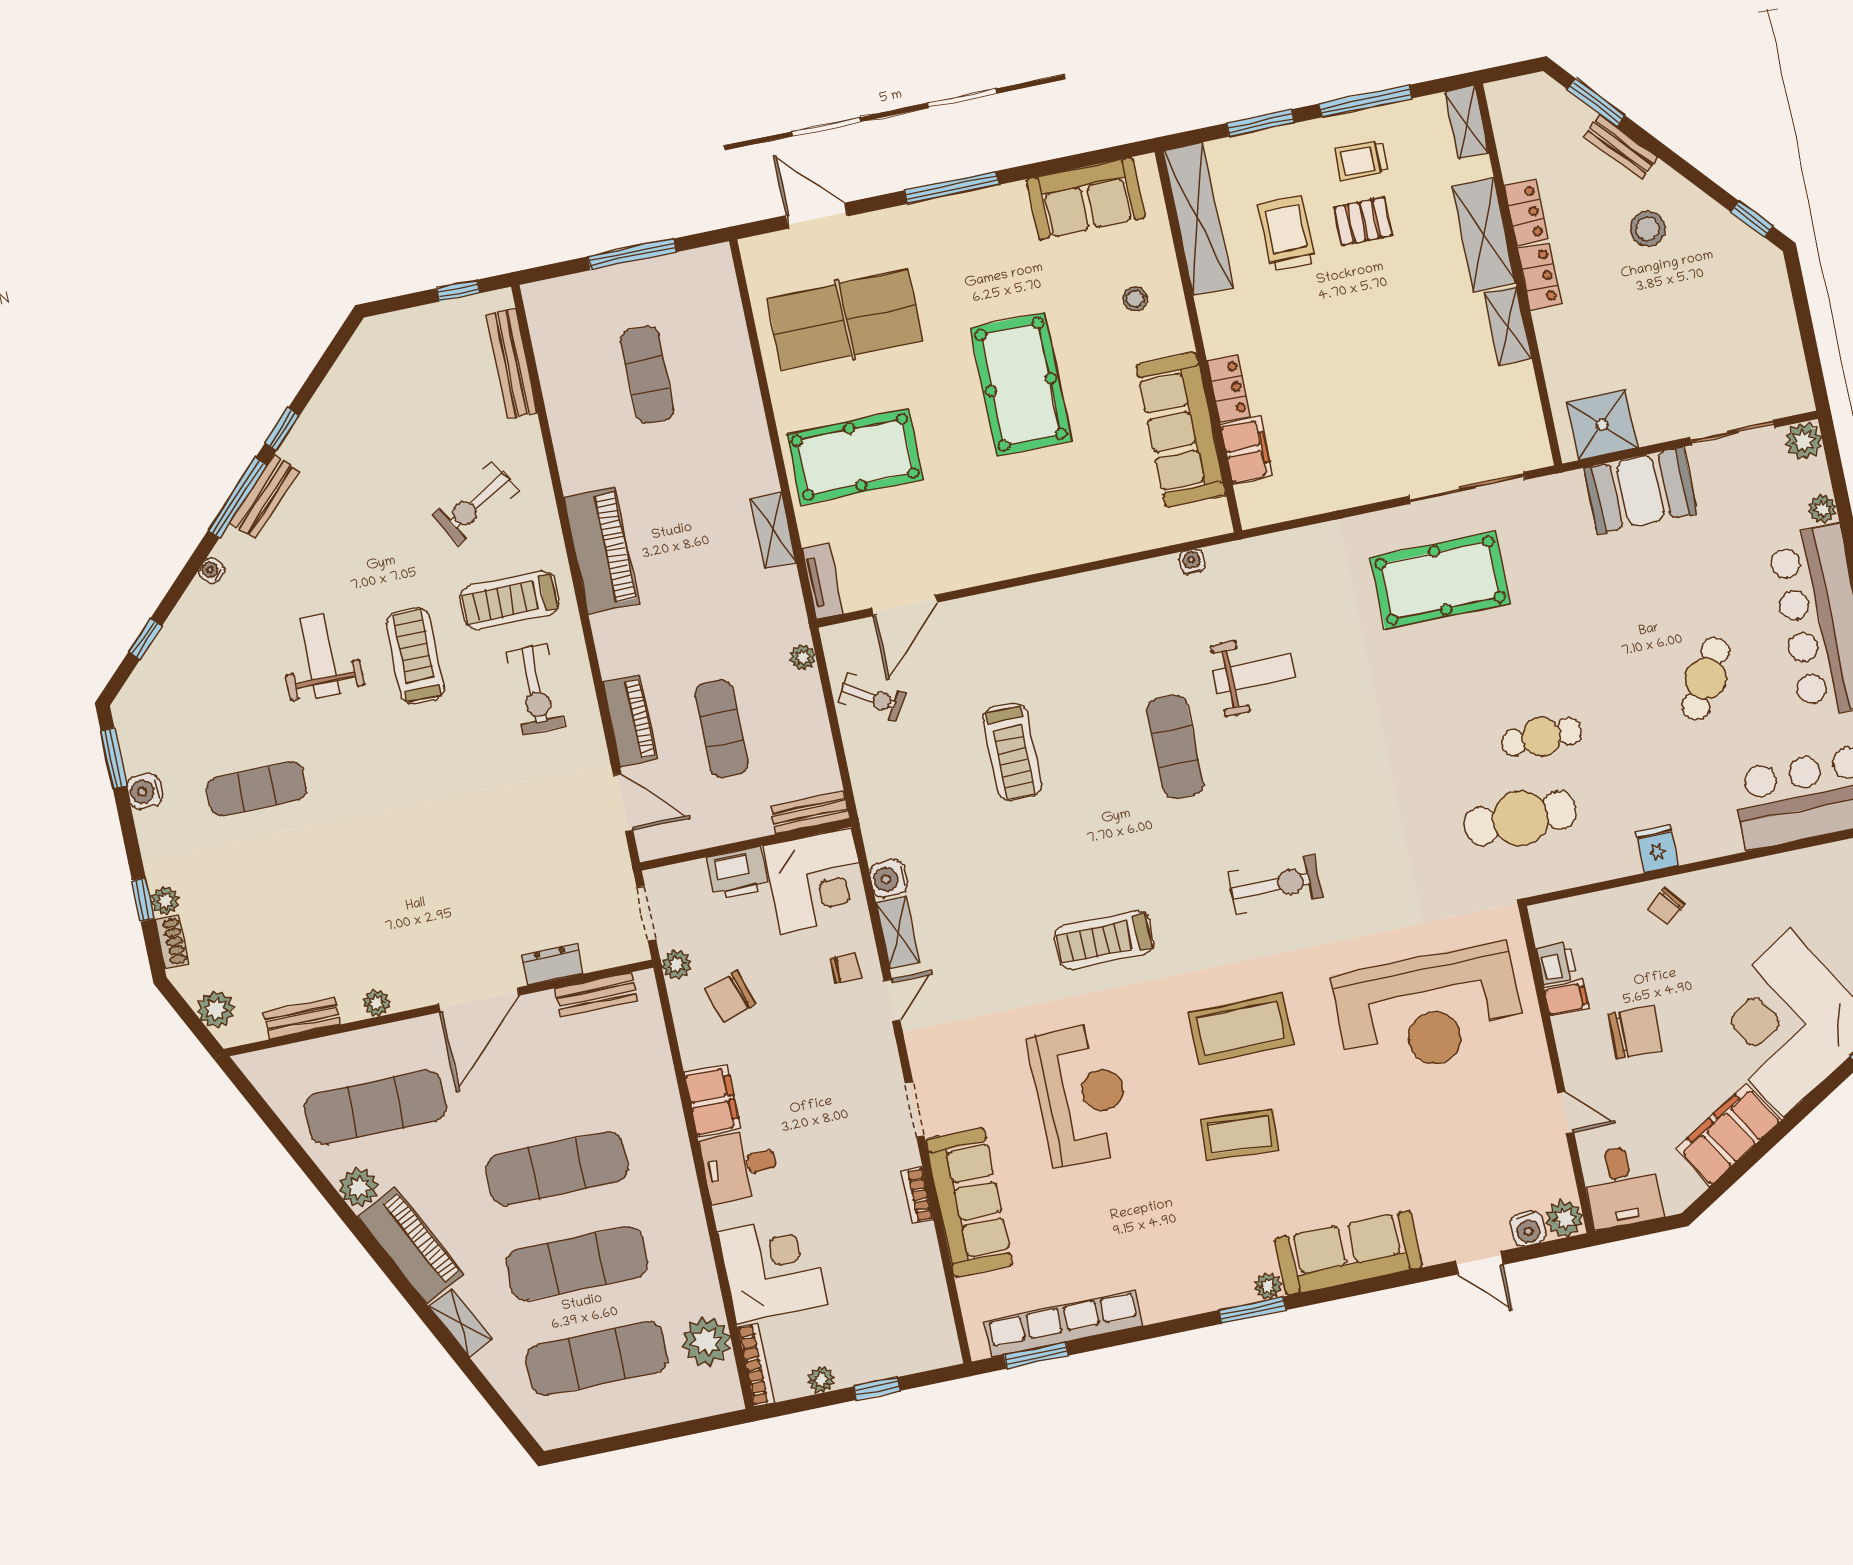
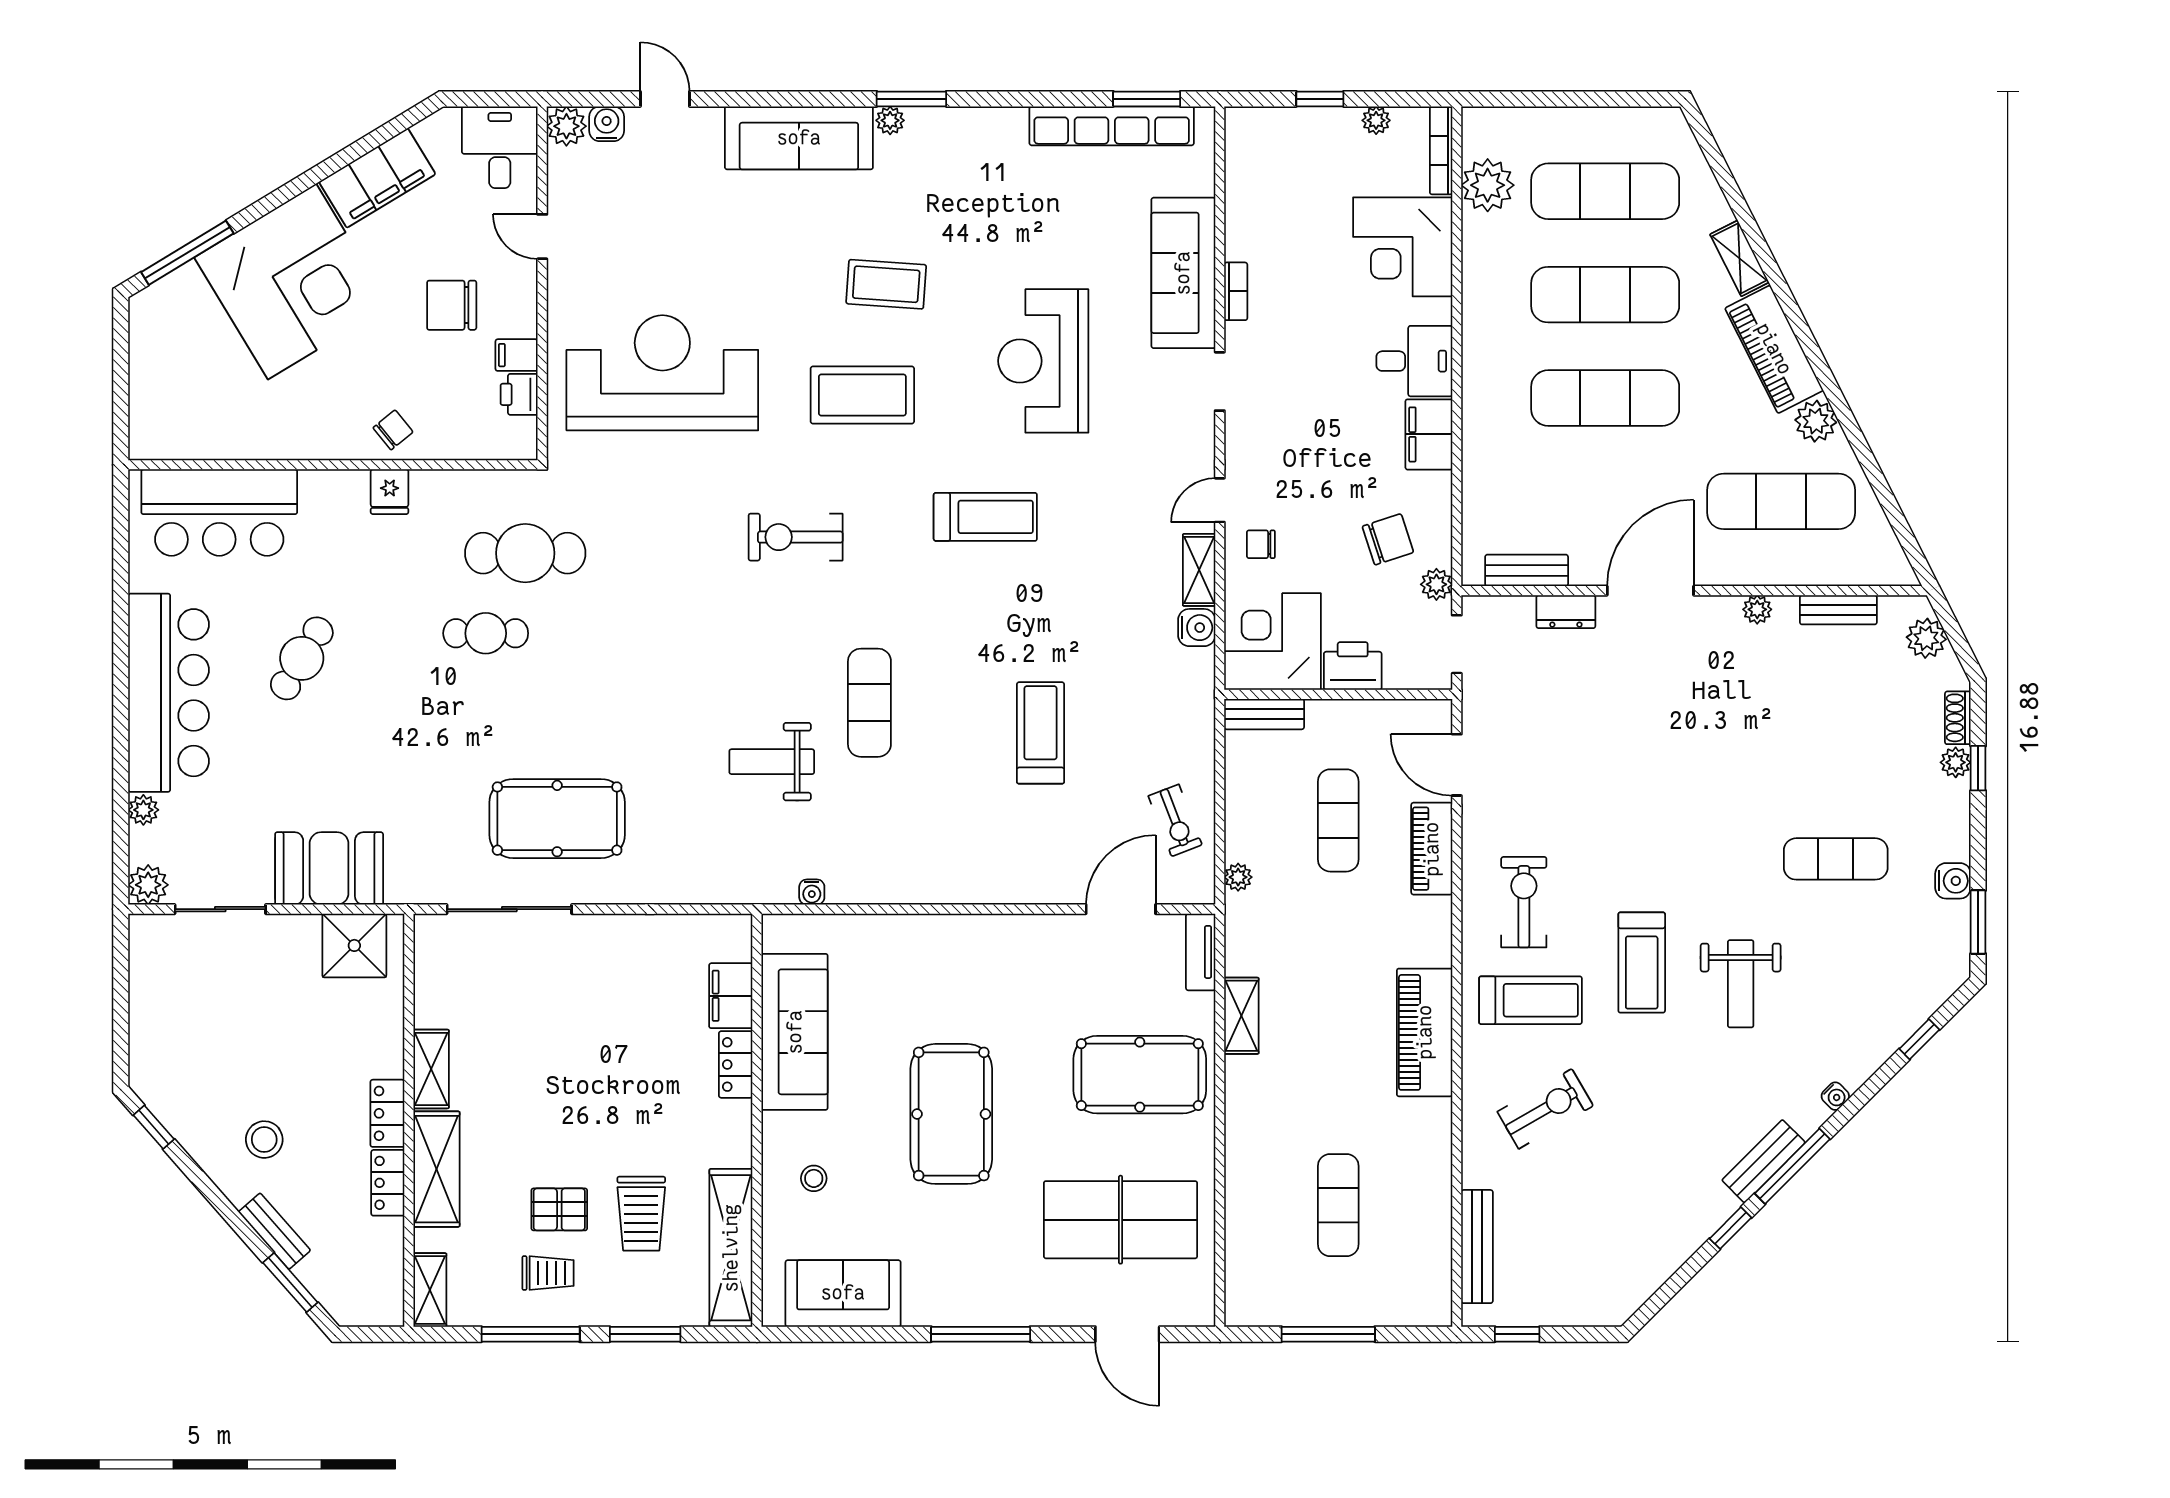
exercise bike: (871, 697) -> (1175, 820), turned -142

